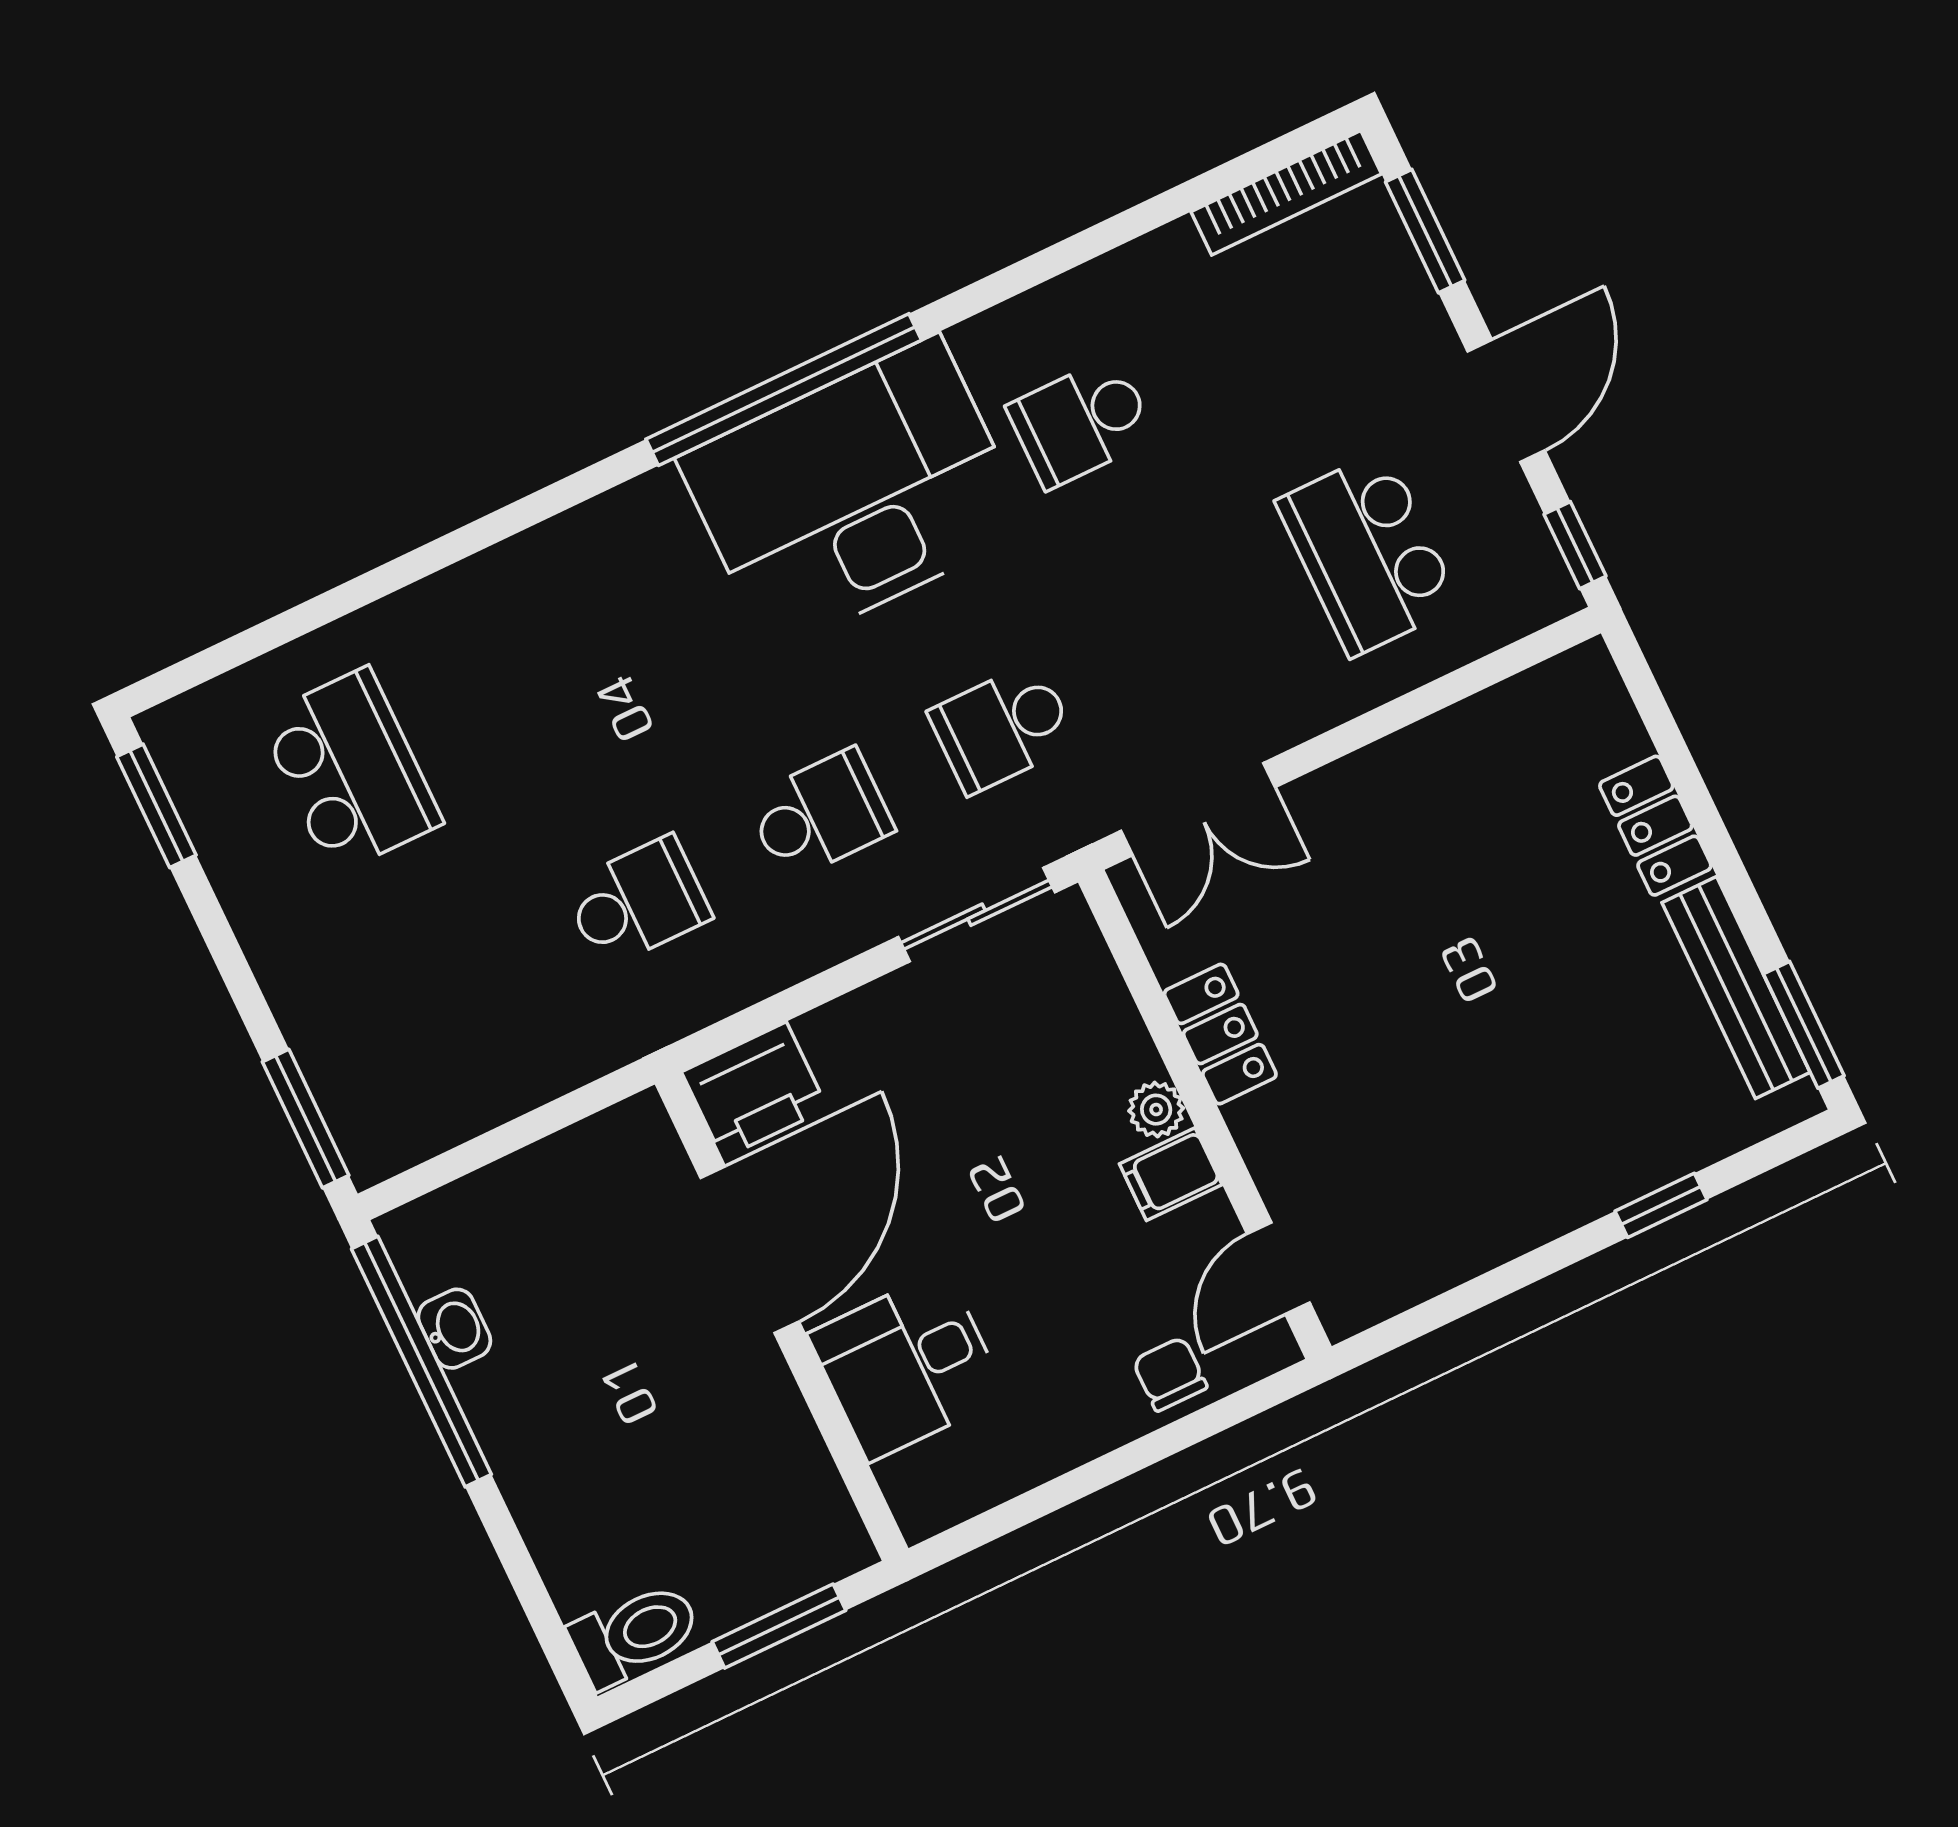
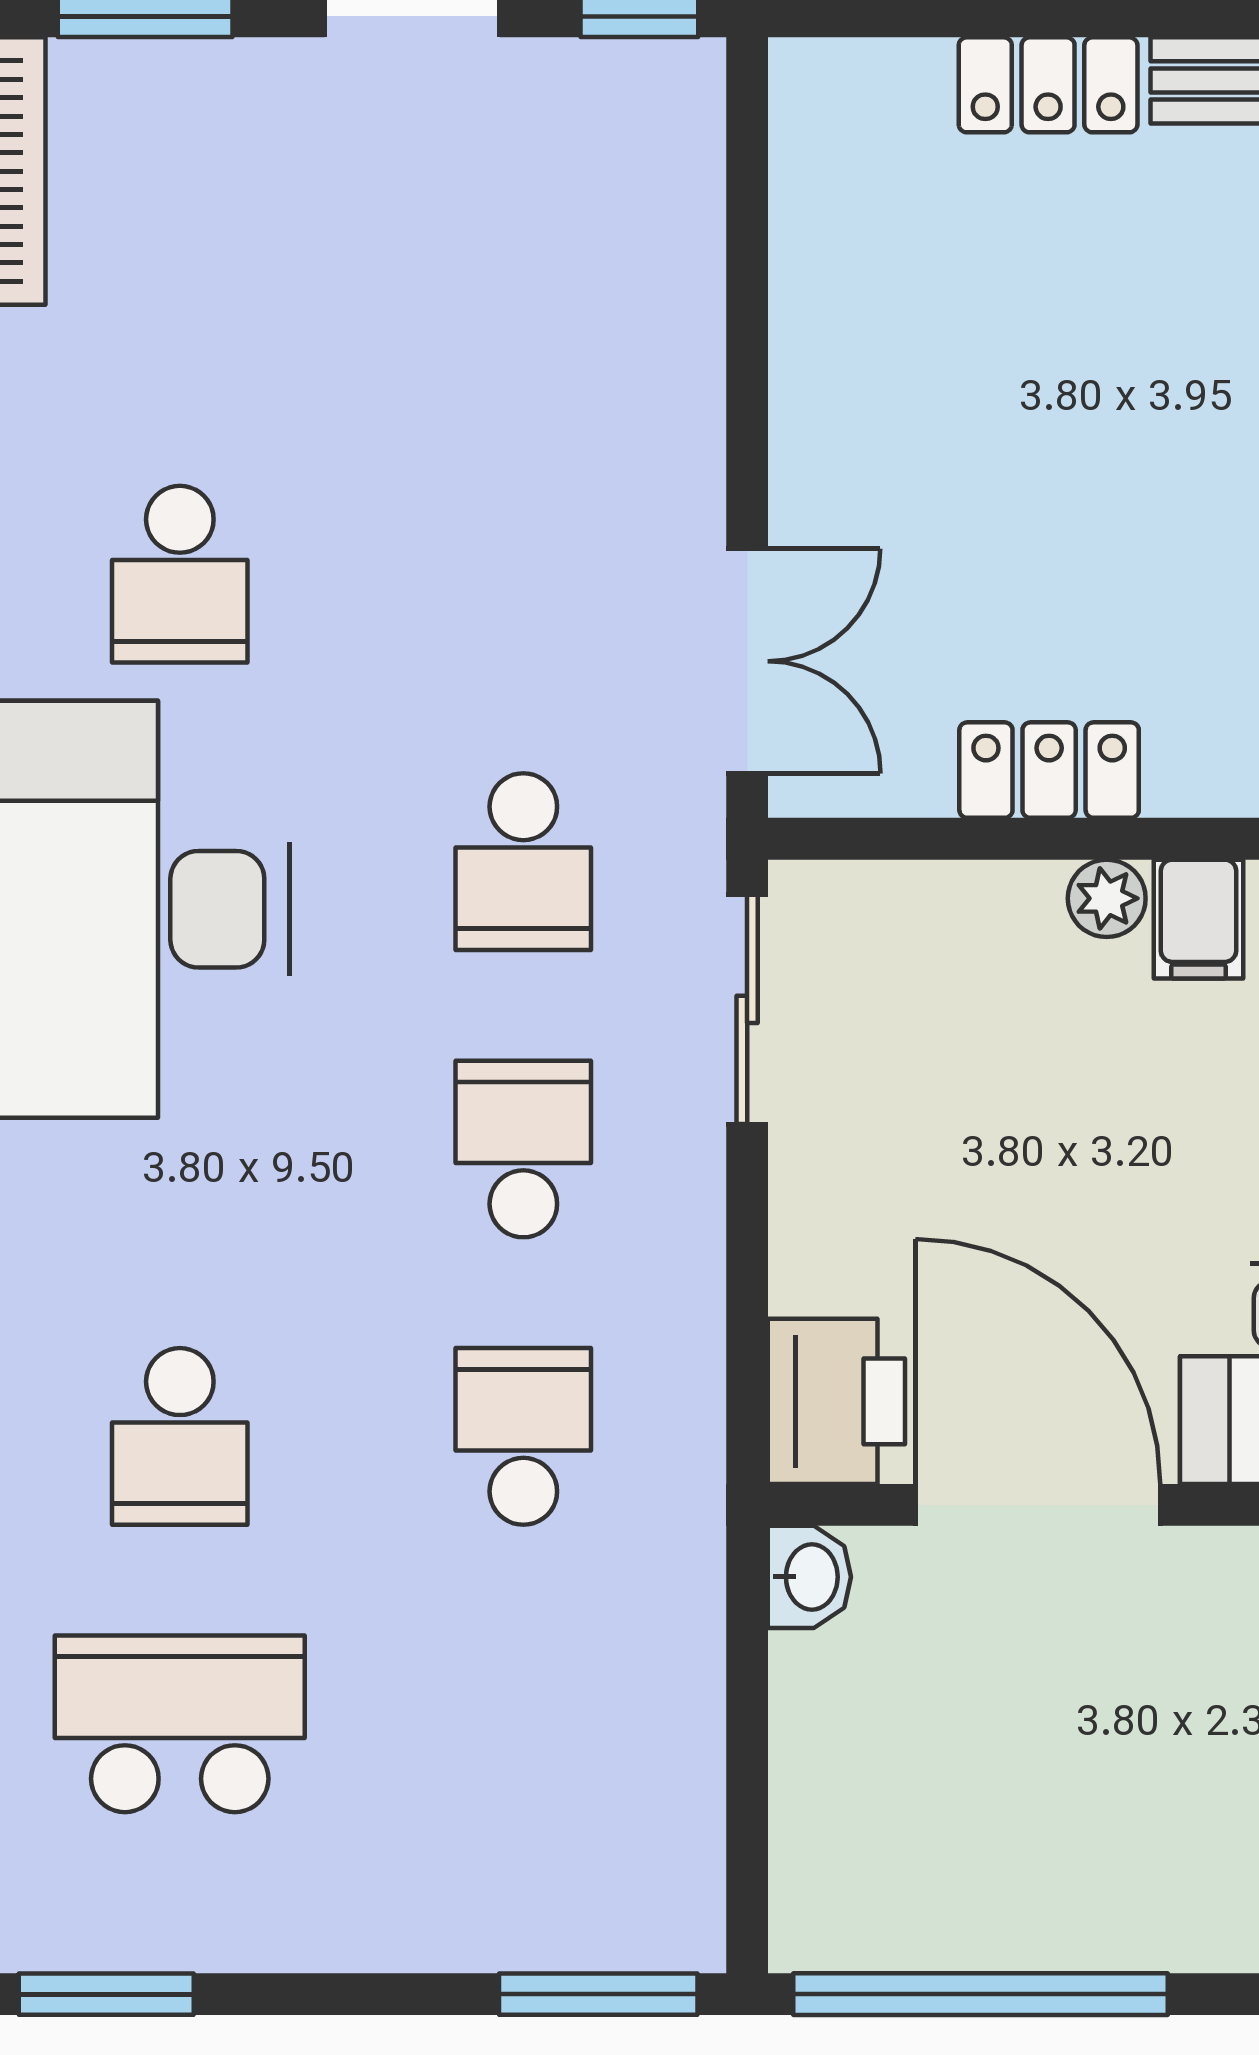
school desk: (1368, 553) -> (180, 1436), moved, width x0.54
washbasin: (454, 1329) -> (809, 1577), moved, turned 90

